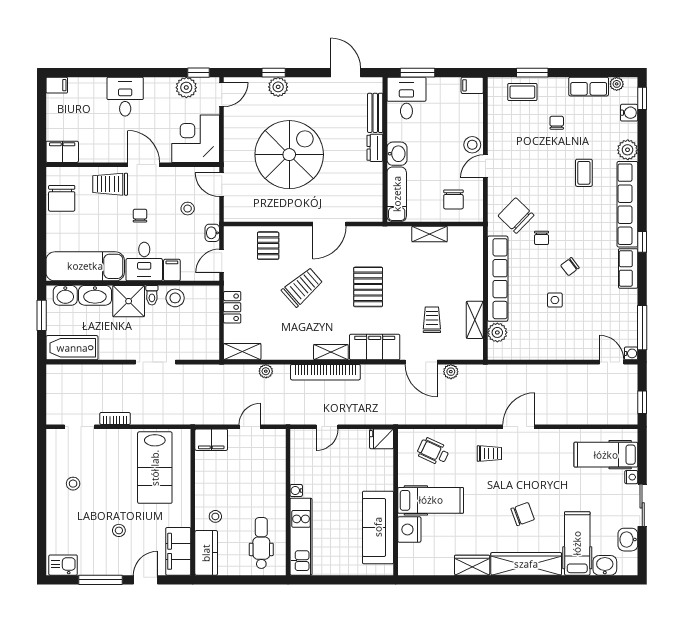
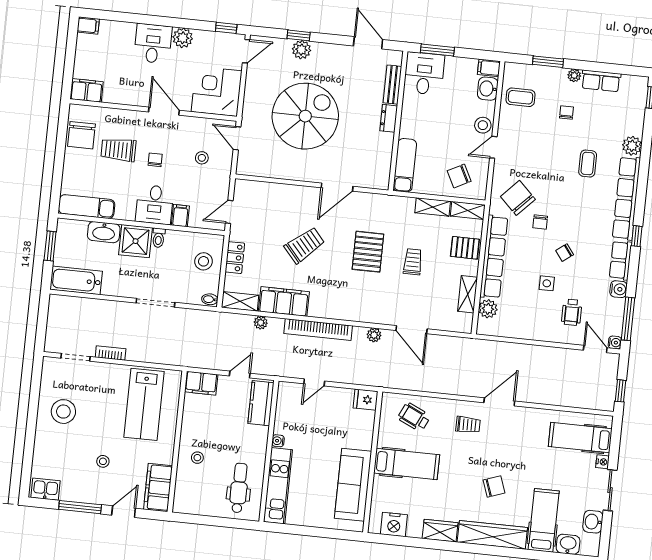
plant: (617, 84) -> (574, 75), moved
plant: (186, 88) -> (183, 38), moved
coffee table: (522, 92) -> (521, 97), moved
water cooler: (629, 113) -> (619, 289), moved
washbasin: (397, 154) -> (488, 89), moved, turned 180
trolley: (110, 184) -> (118, 150), moved
chair: (453, 199) -> (459, 176), turned 63
washbasin: (212, 233) -> (223, 184), removed
pallet: (268, 246) -> (465, 248), moved, turned 90
exam couch: (85, 266) -> (87, 207), width x0.73, depth x0.69
washbasin: (65, 295) -> (75, 229), removed
stool: (175, 298) -> (204, 261), moved
trolley: (432, 320) -> (413, 262), moved
wheelchair: (584, 327) -> (572, 312), added
filing cabinet: (375, 347) -> (284, 301), moved
shelving: (331, 352) -> (468, 210), moved
bidet: (211, 353) -> (210, 299), added
plant: (451, 372) -> (374, 335), moved
stool: (73, 484) -> (63, 412), width x1.89, depth x1.89
nightstand: (409, 529) -> (394, 524), moved, turned -90
kitchen counter: (206, 553) -> (261, 403), moved, turned 180

